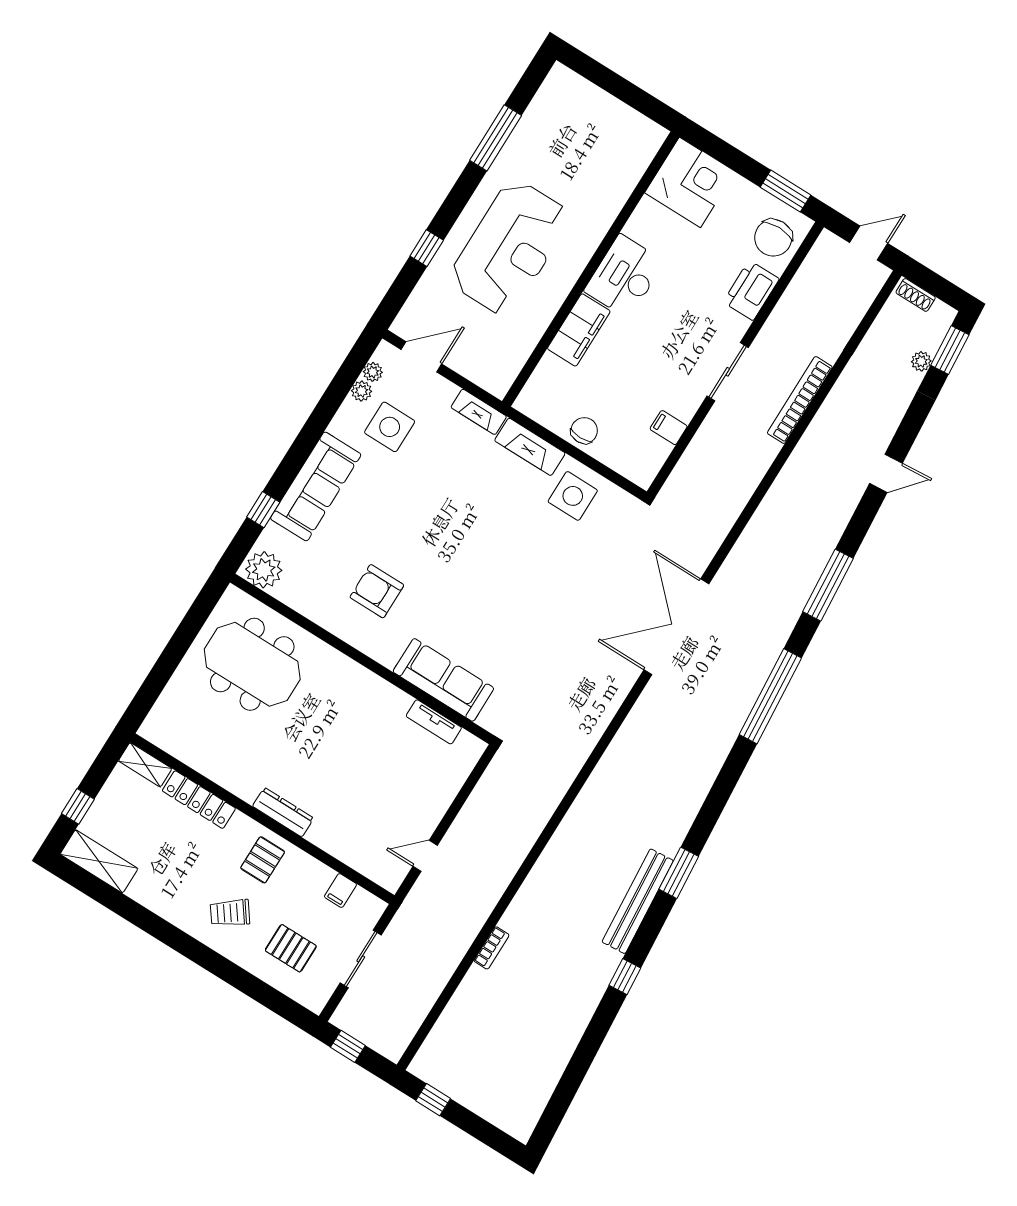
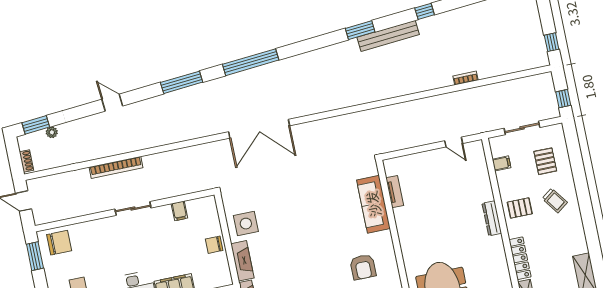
printer: (751, 290) -> (90, 231), removed

